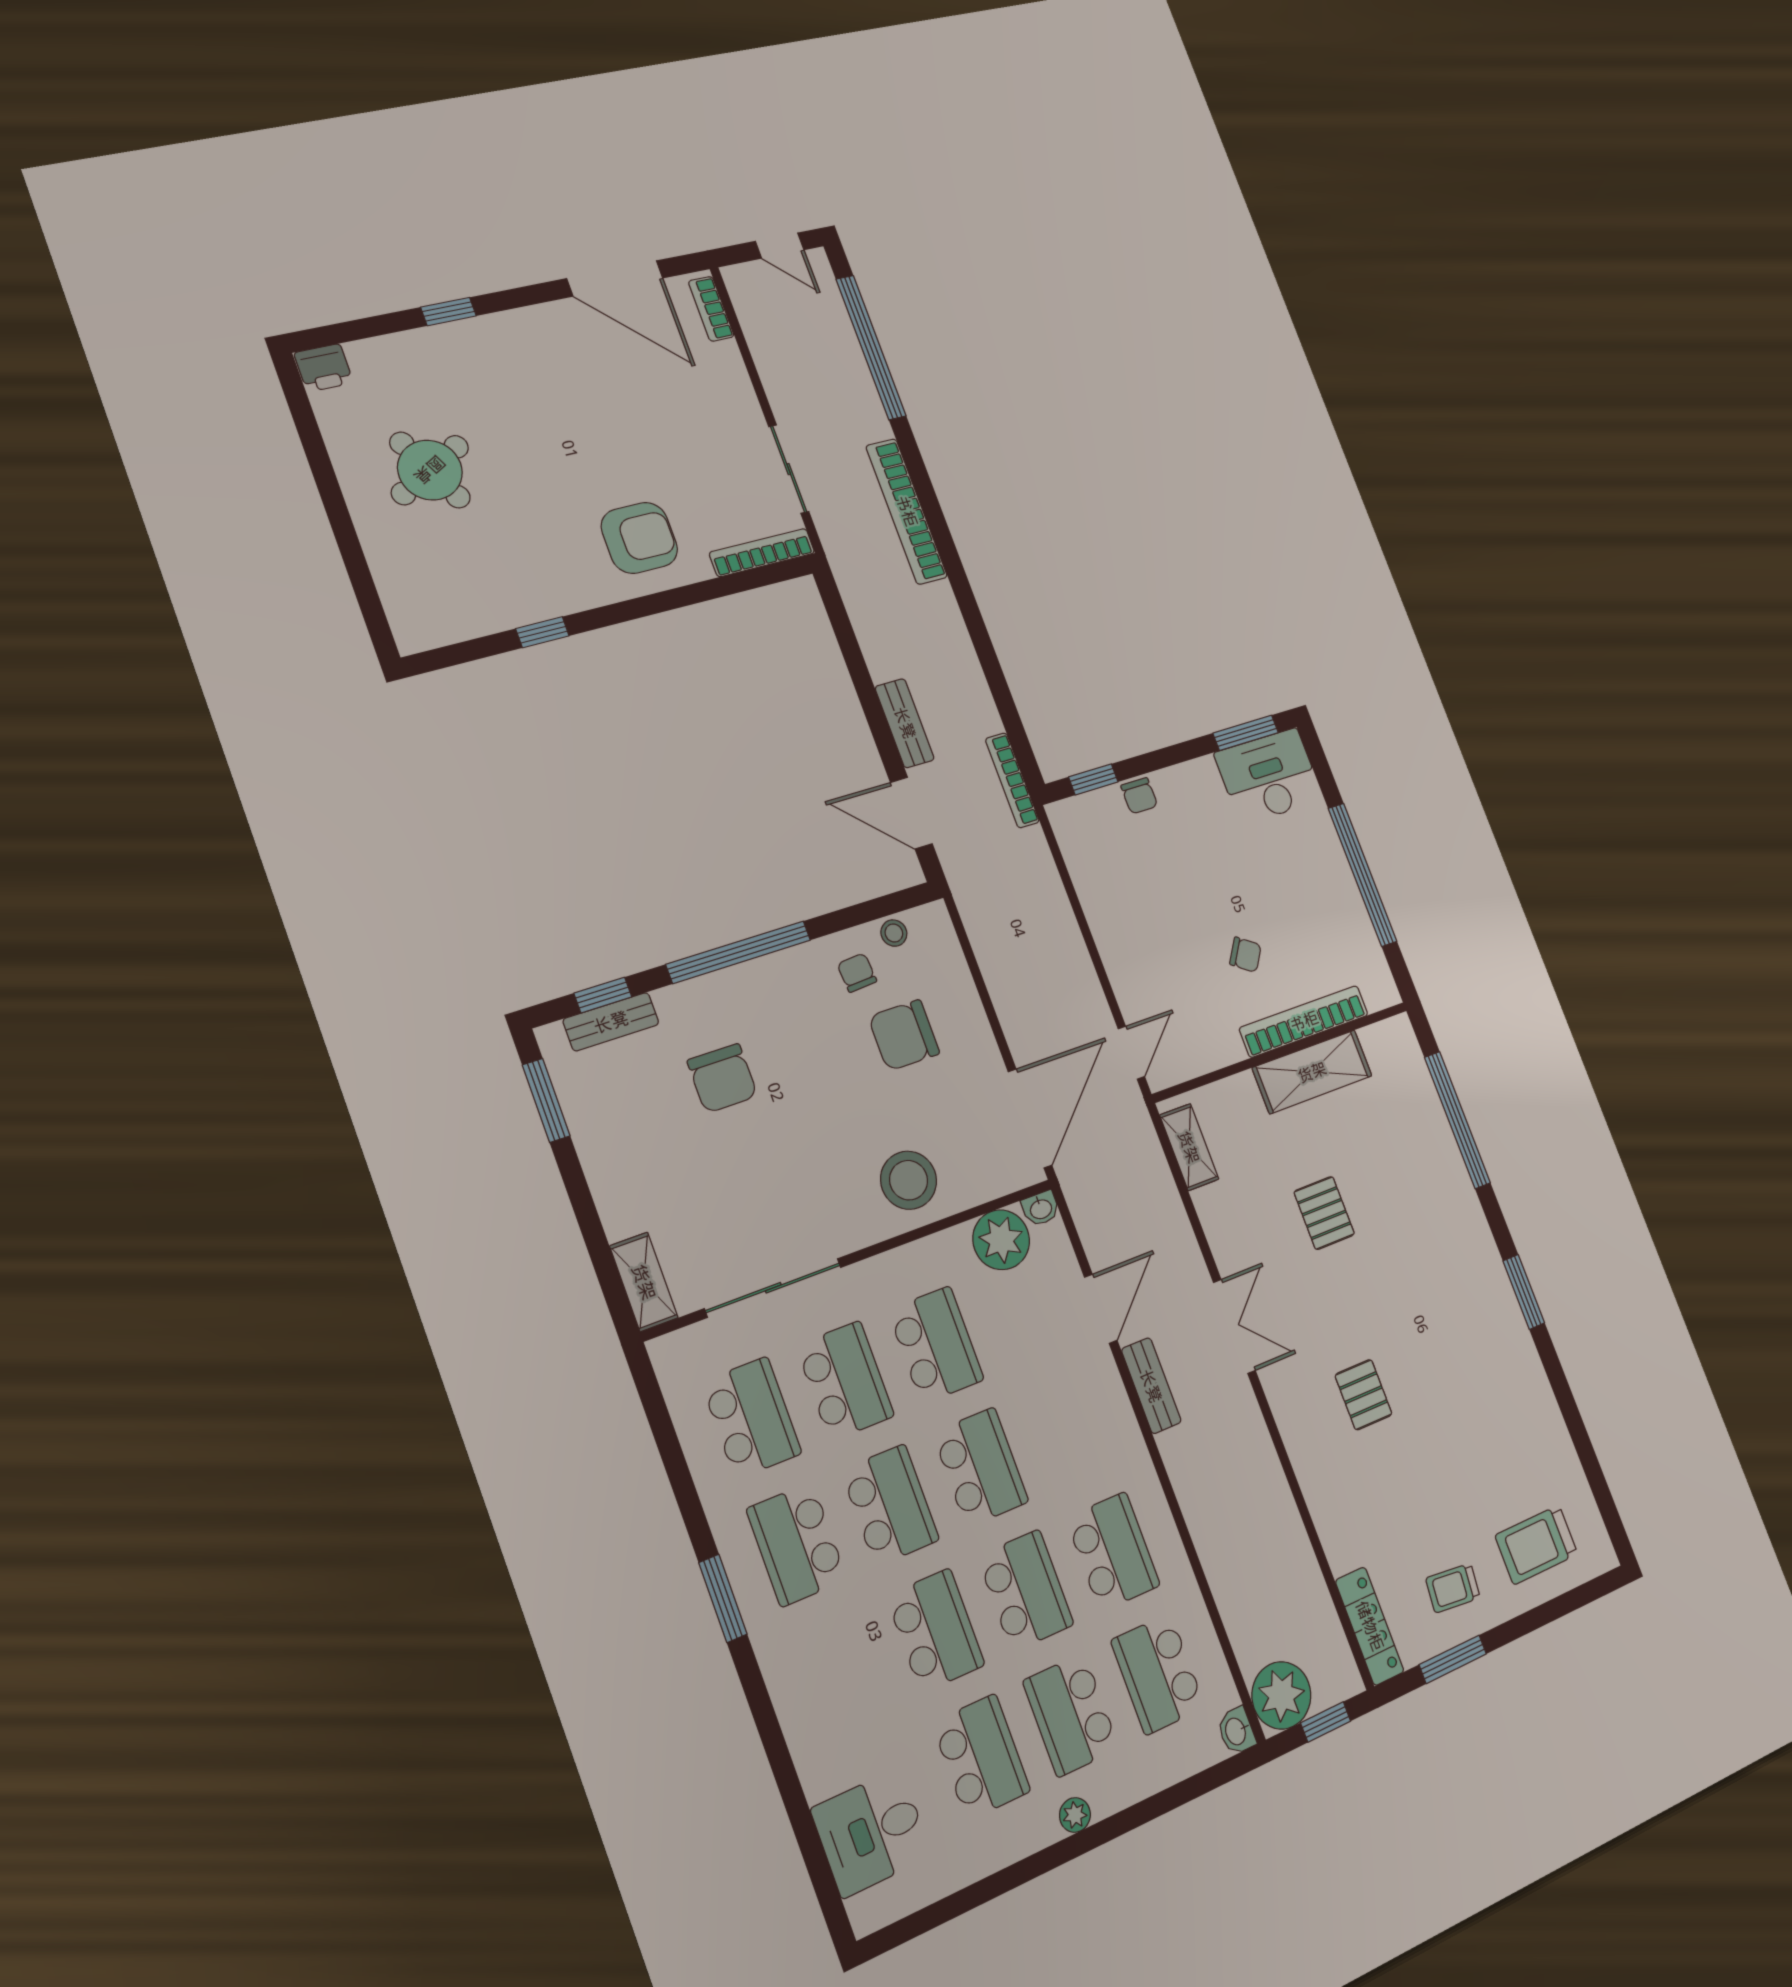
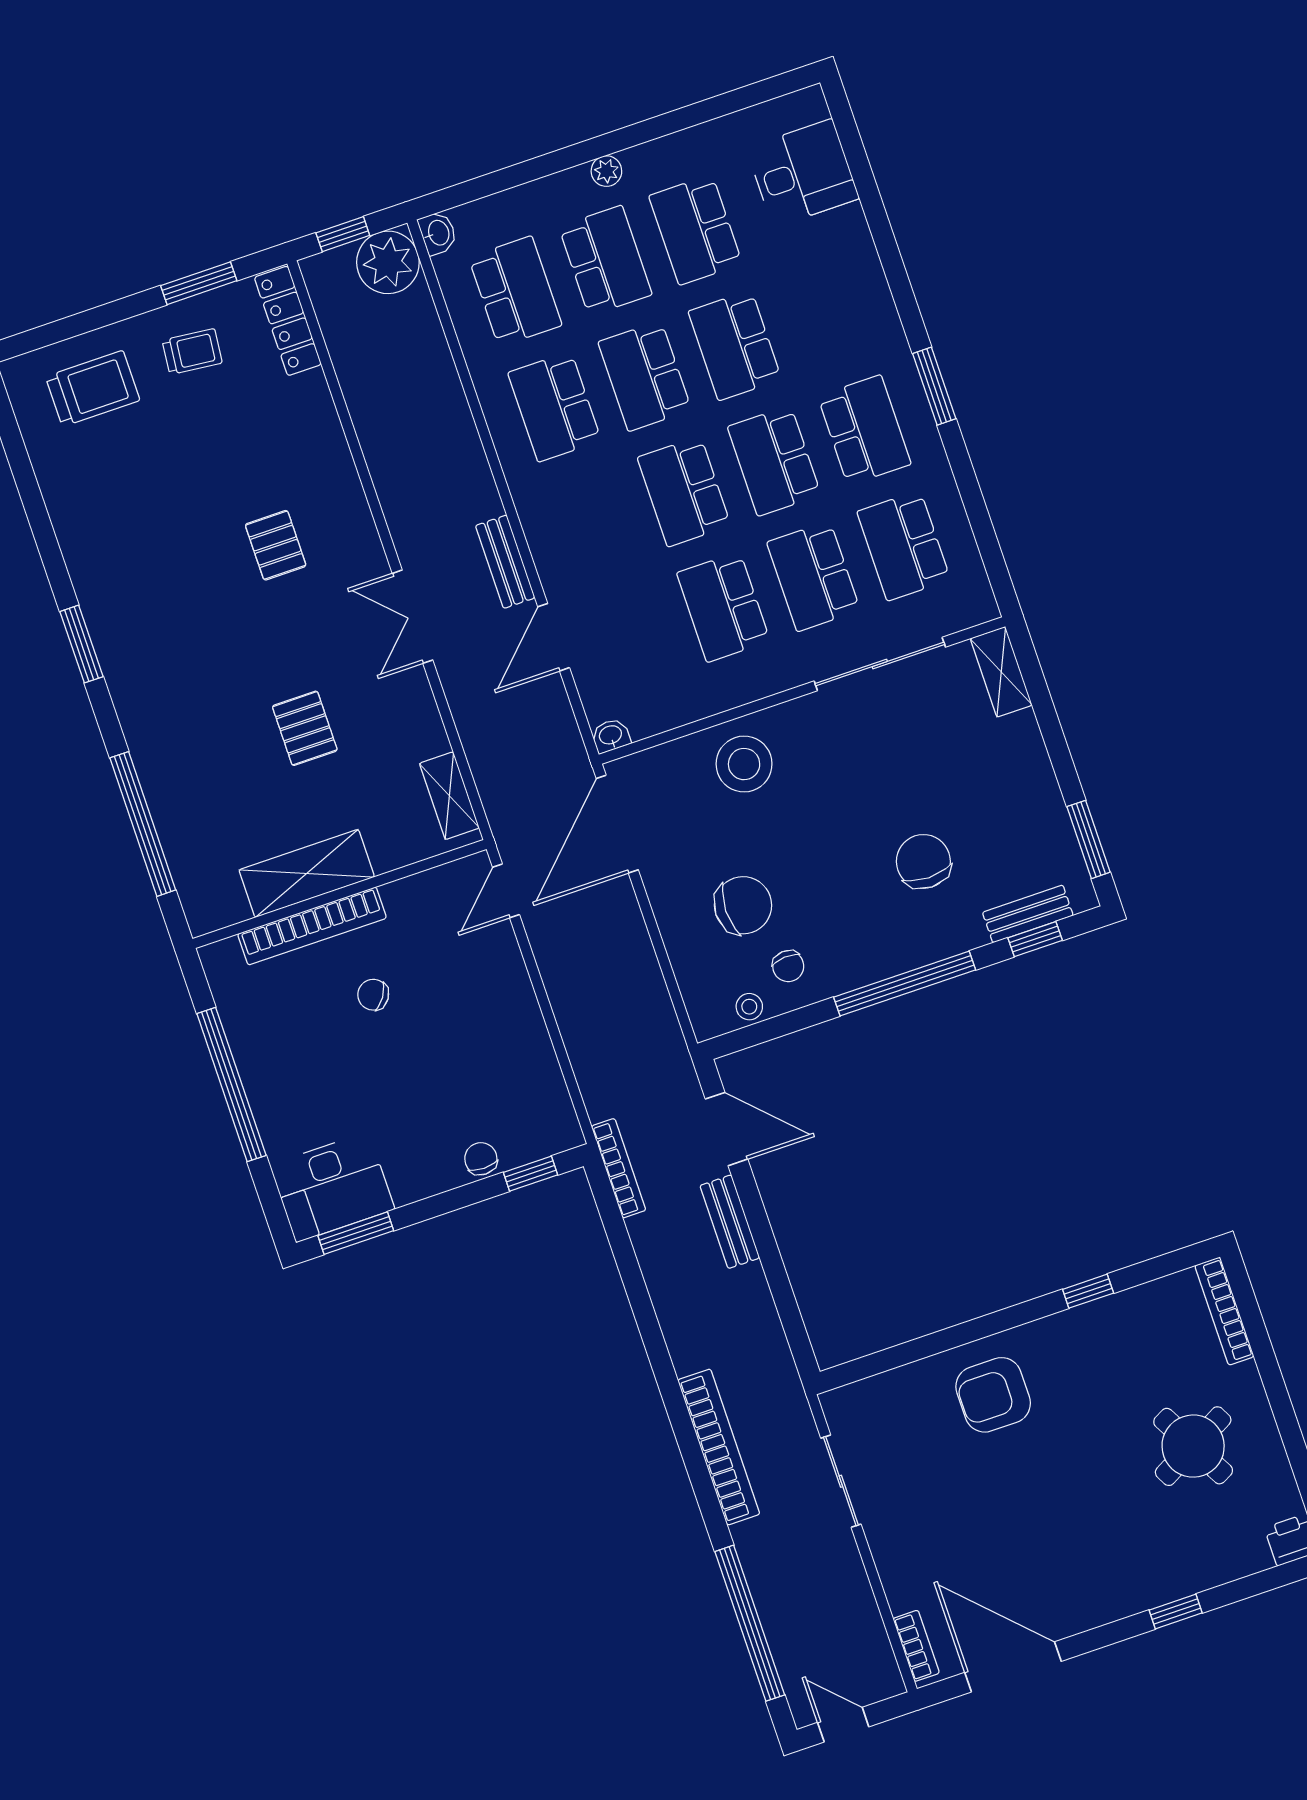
bookcase: (762, 553) -> (1224, 1311), moved, turned 90
plant: (1001, 1240) -> (653, 706), removed

